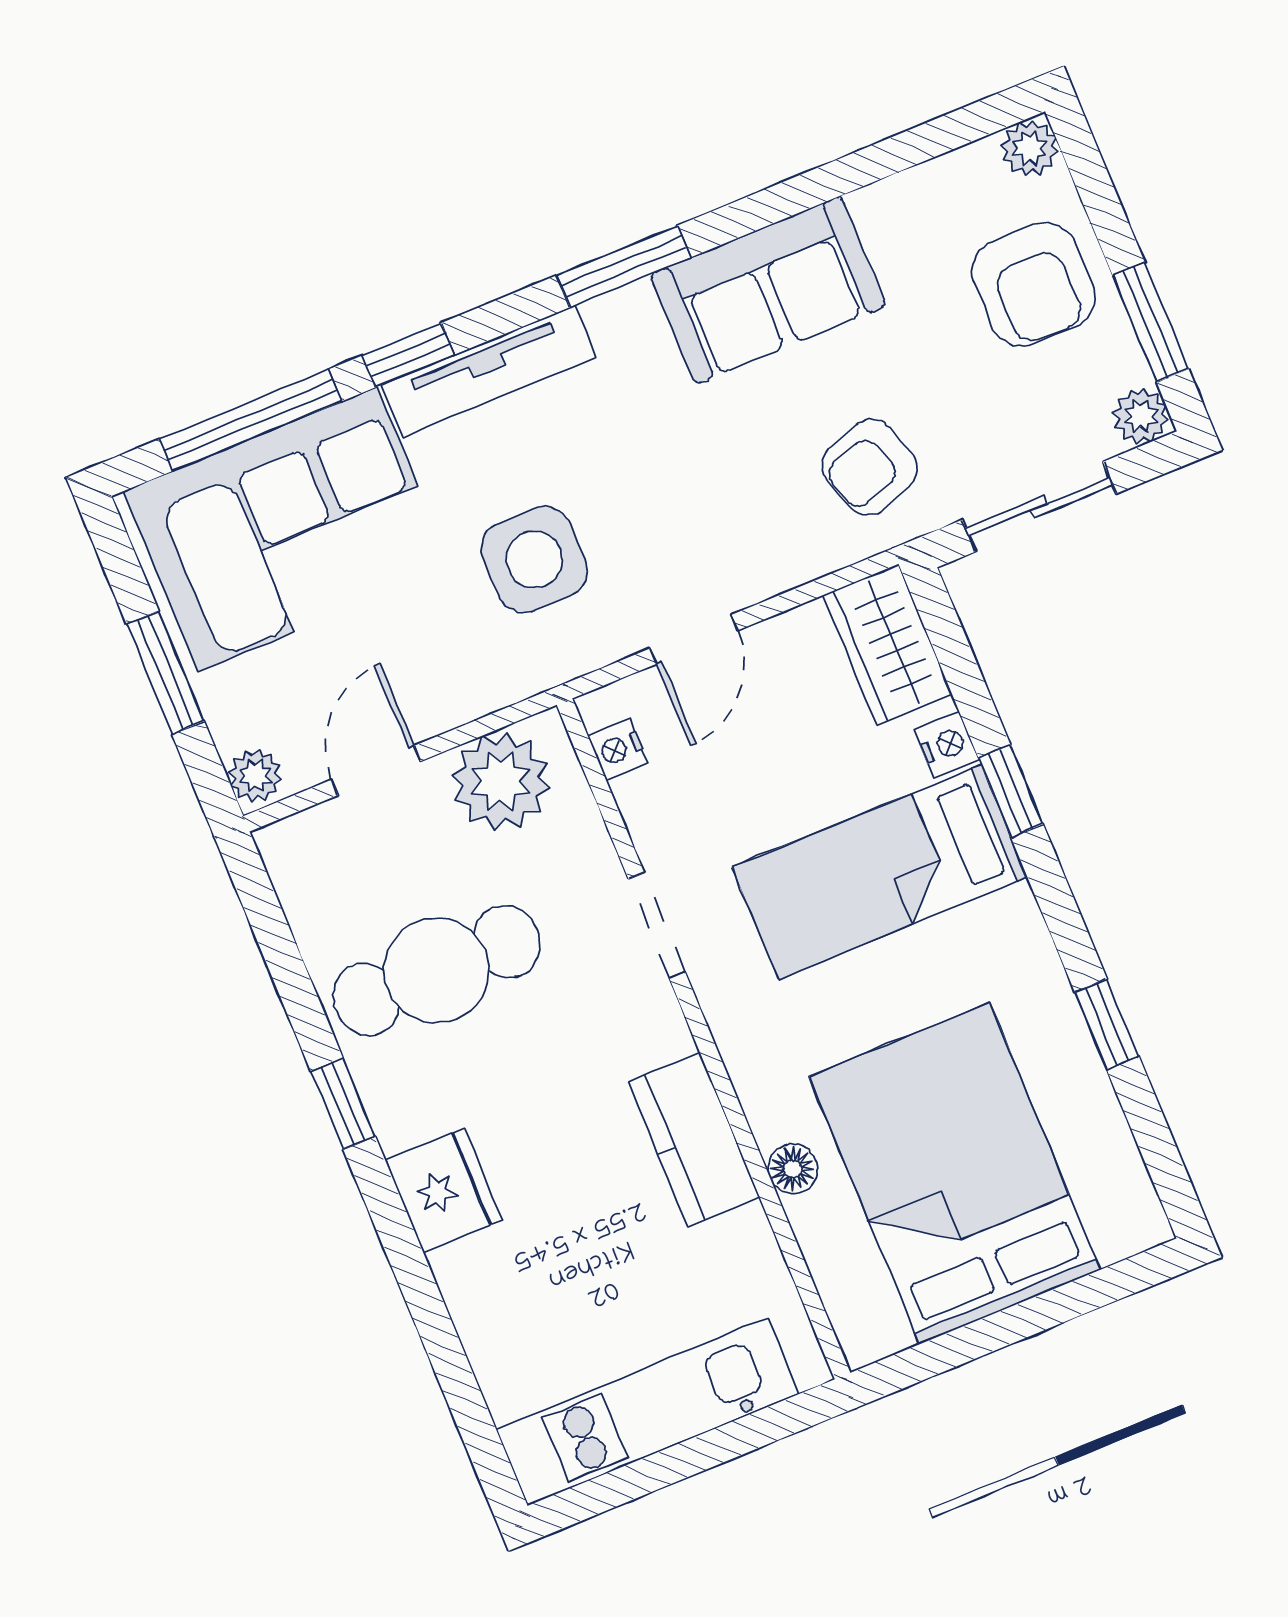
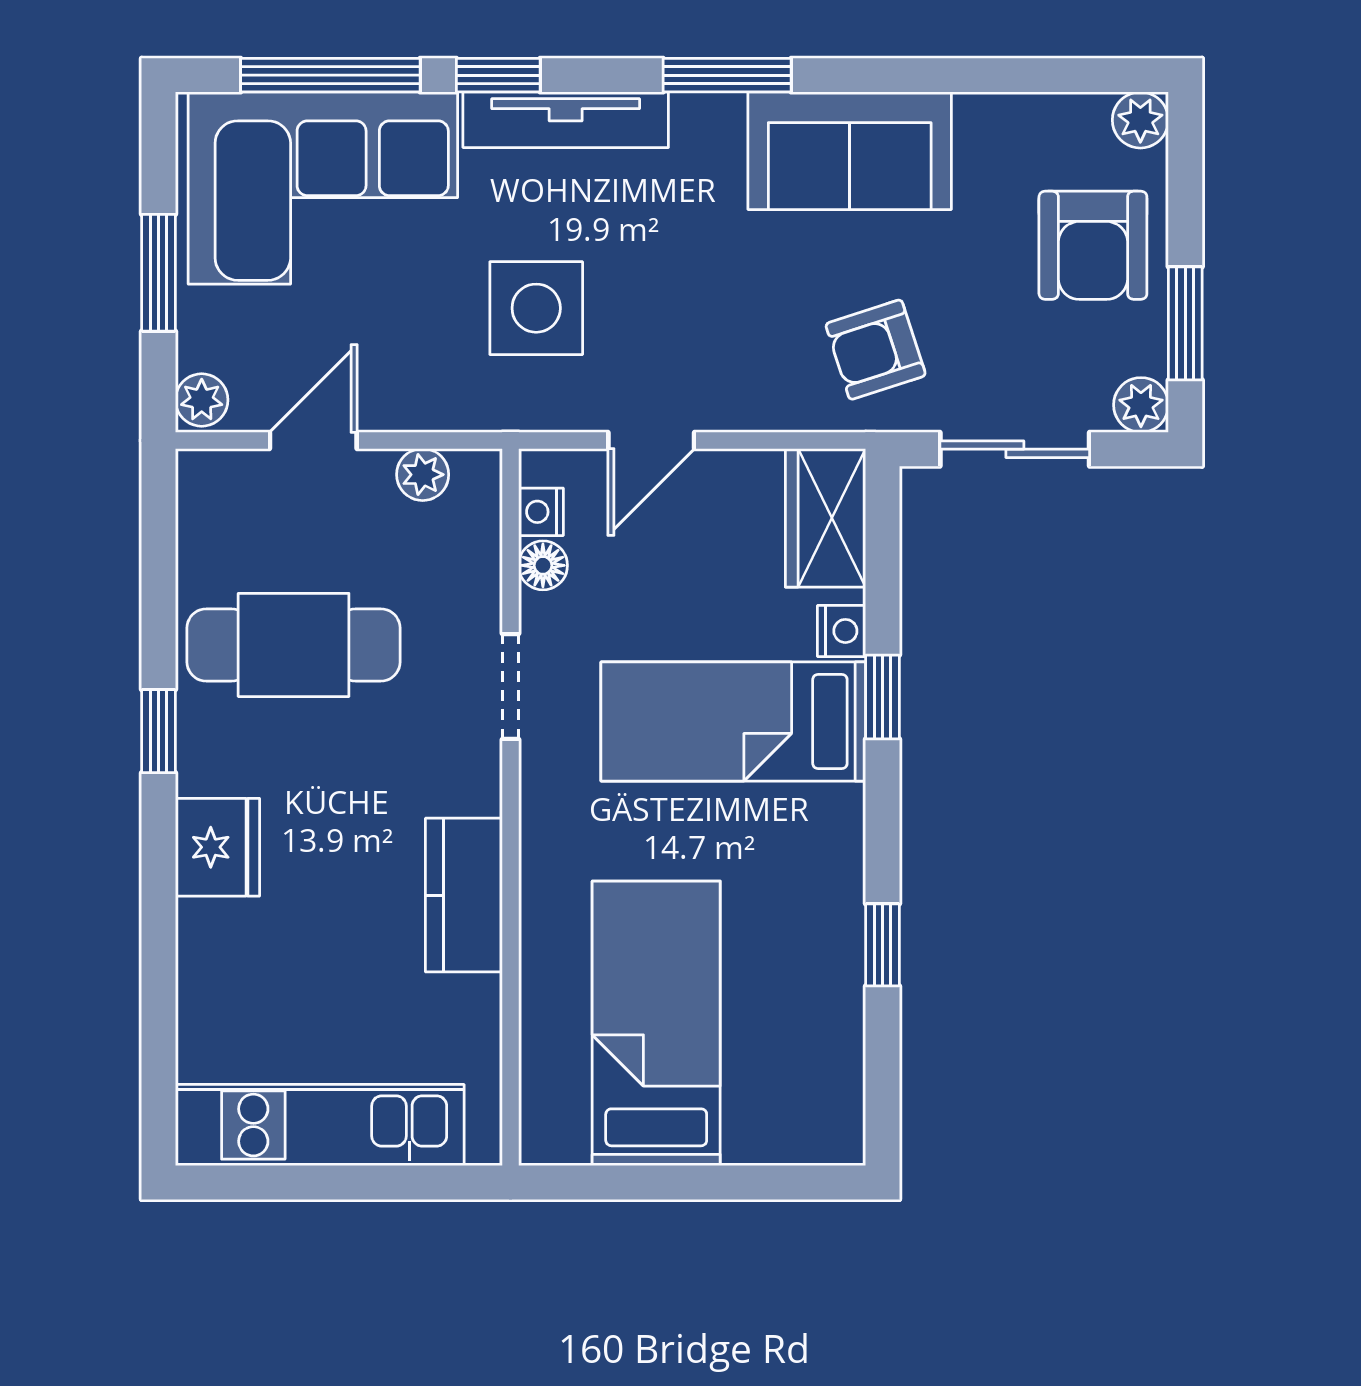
plant: (501, 782) -> (423, 475), width x0.53, depth x0.53
floor lamp: (793, 1169) -> (543, 565), moved
bed: (955, 1173) -> (656, 1023), width x0.67

